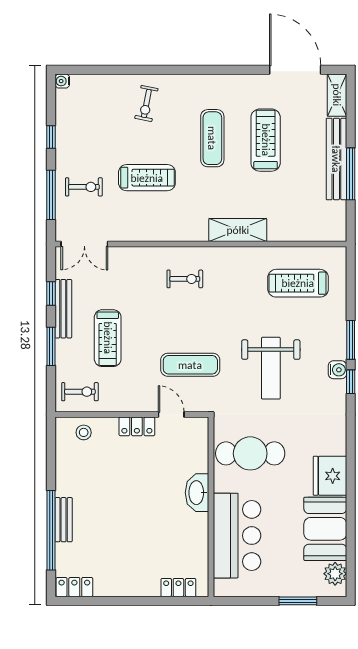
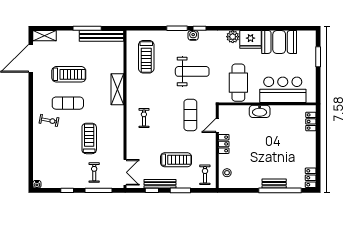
exercise bike: (146, 104) -> (49, 120), moved
treadmill: (266, 140) -> (69, 74), turned 180
bench: (336, 159) -> (102, 36), moved
plant: (335, 574) -> (233, 37), moved

